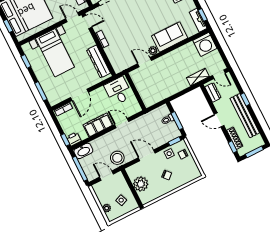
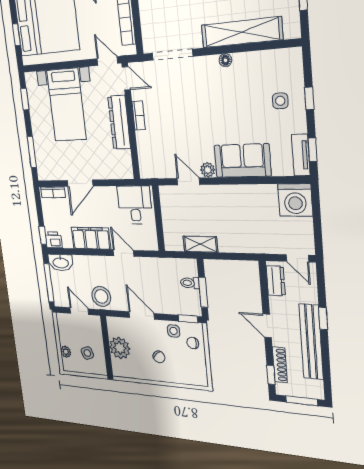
dresser: (98, 61) -> (119, 122), moved
shelving: (198, 77) -> (200, 244), moved

